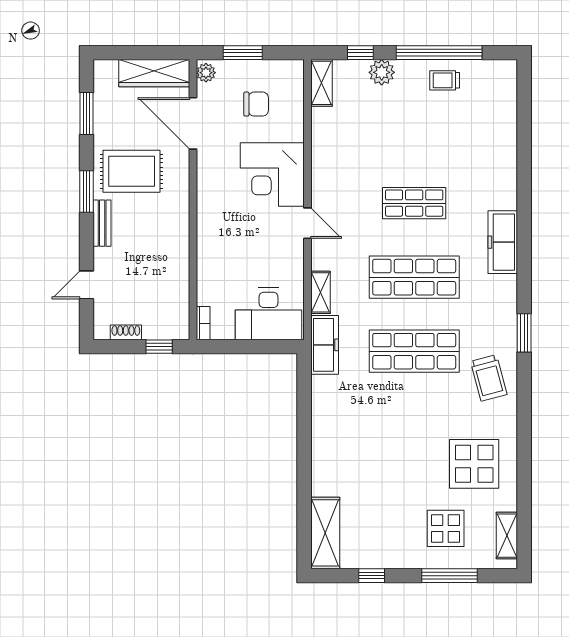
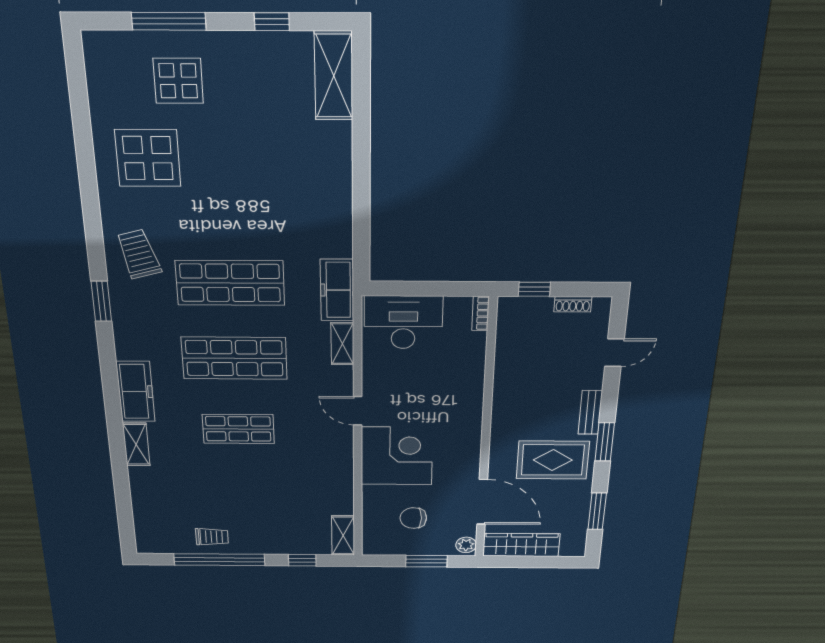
plant: (382, 72) -> (279, 544), removed
shelving: (507, 536) -> (136, 444), moved

